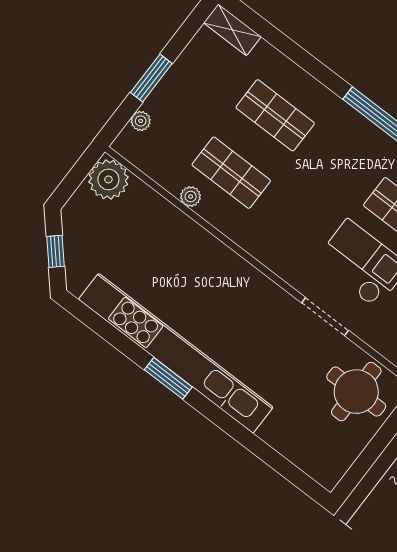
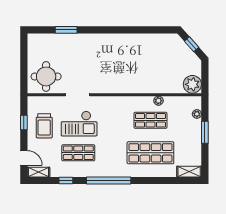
shop shelf: (275, 115) -> (150, 153), width x1.43, depth x1.36
kitchen unit: (176, 353) -> (121, 41), removed
window: (168, 378) -> (66, 30), moved

